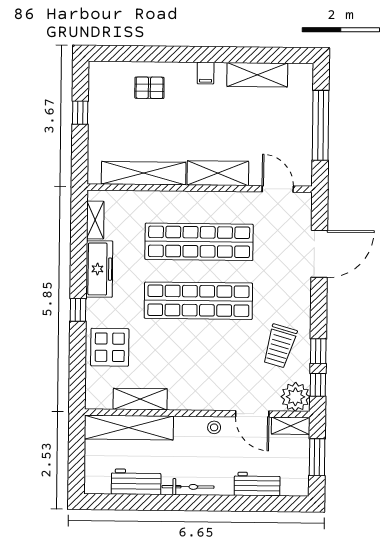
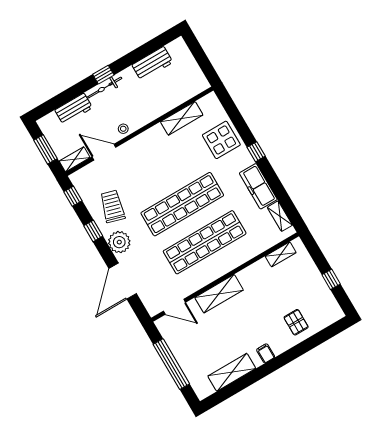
pallet: (149, 88) -> (296, 322), turned 90
shelving: (144, 173) -> (281, 254), width x0.45, depth x0.75
window: (318, 351) -> (93, 231), moved
plant: (295, 397) -> (119, 242), moved
shelving: (129, 428) -> (178, 96), removed
bicycle: (188, 487) -> (105, 88), moved
window: (200, 503) -> (103, 75), added

